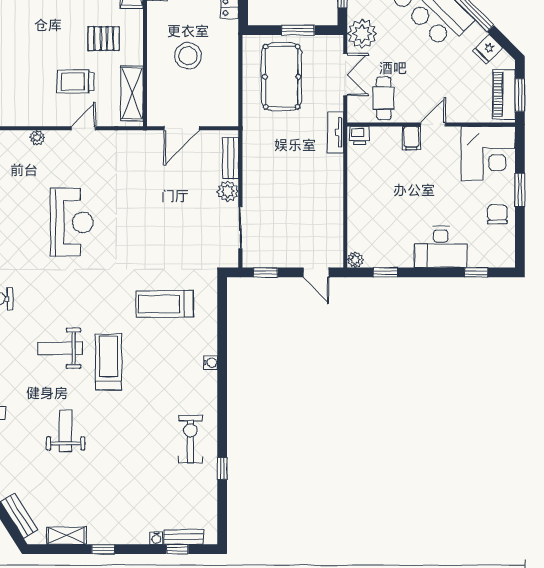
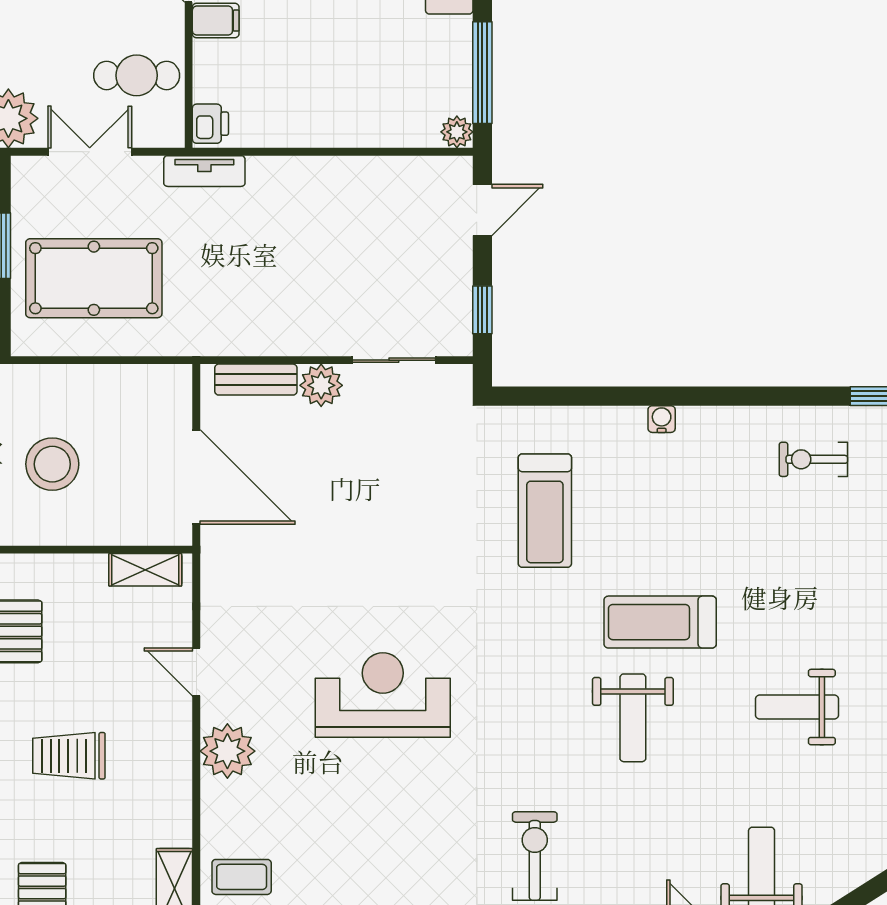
trolley: (75, 81) -> (69, 756), moved, turned 90
shelving: (132, 93) -> (145, 570), width x0.67, depth x0.75
door: (182, 128) -> (196, 477), width x1.36
plant: (37, 138) -> (227, 751), width x1.88, depth x1.88
window: (385, 272) -> (482, 73), width x2.17
exercise bike: (190, 439) -> (813, 459), width x0.73, depth x0.72

